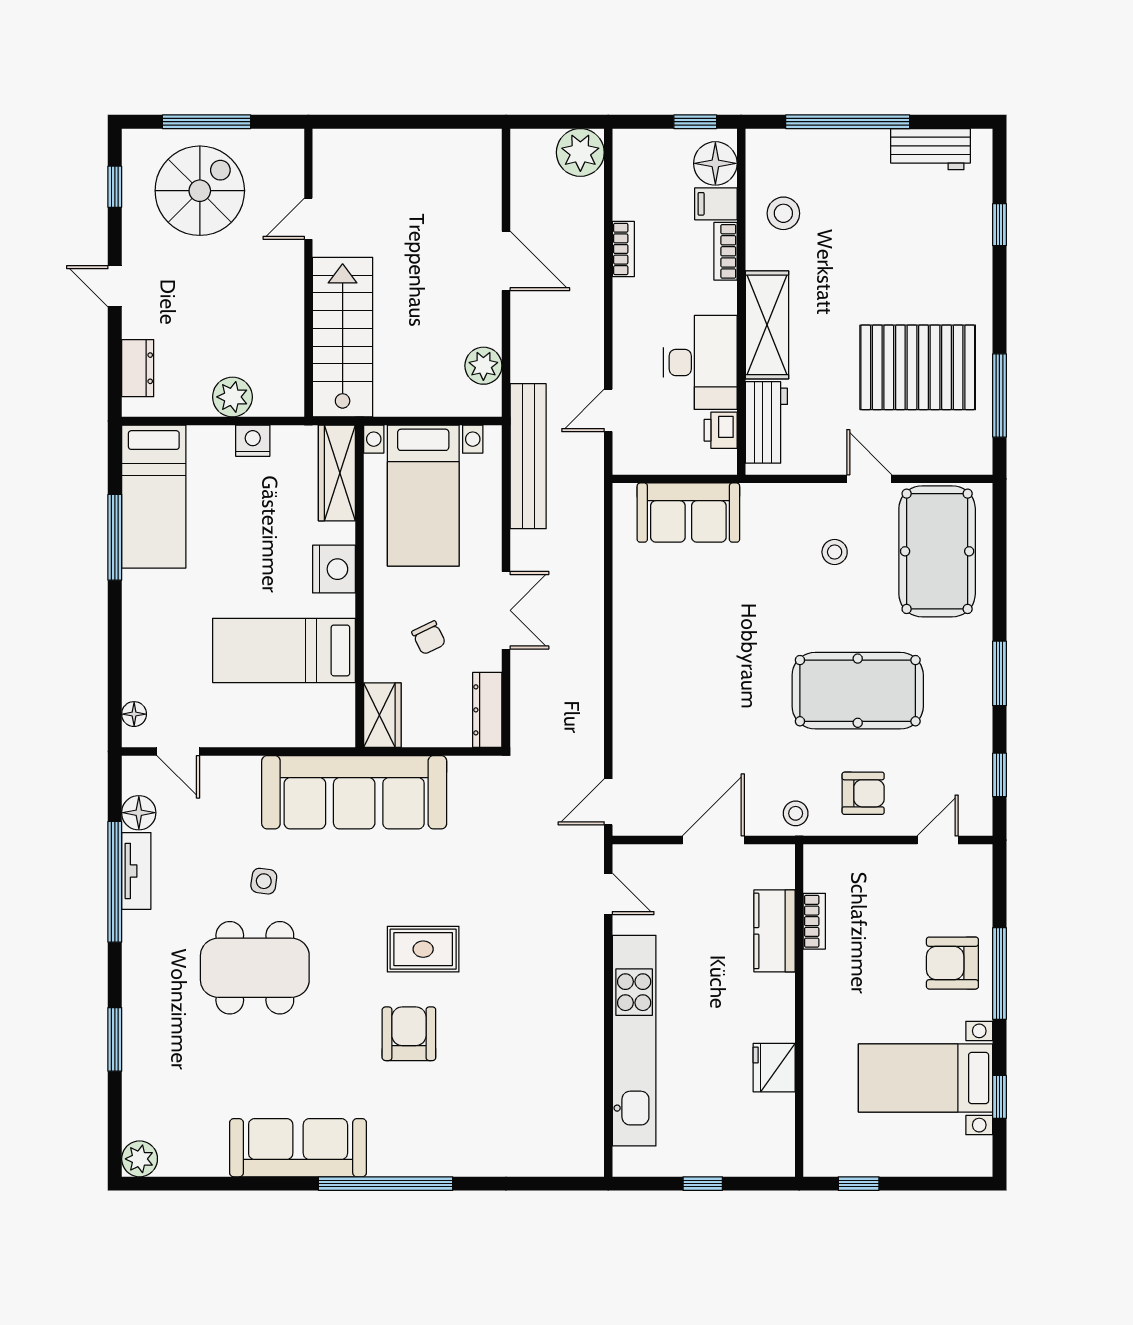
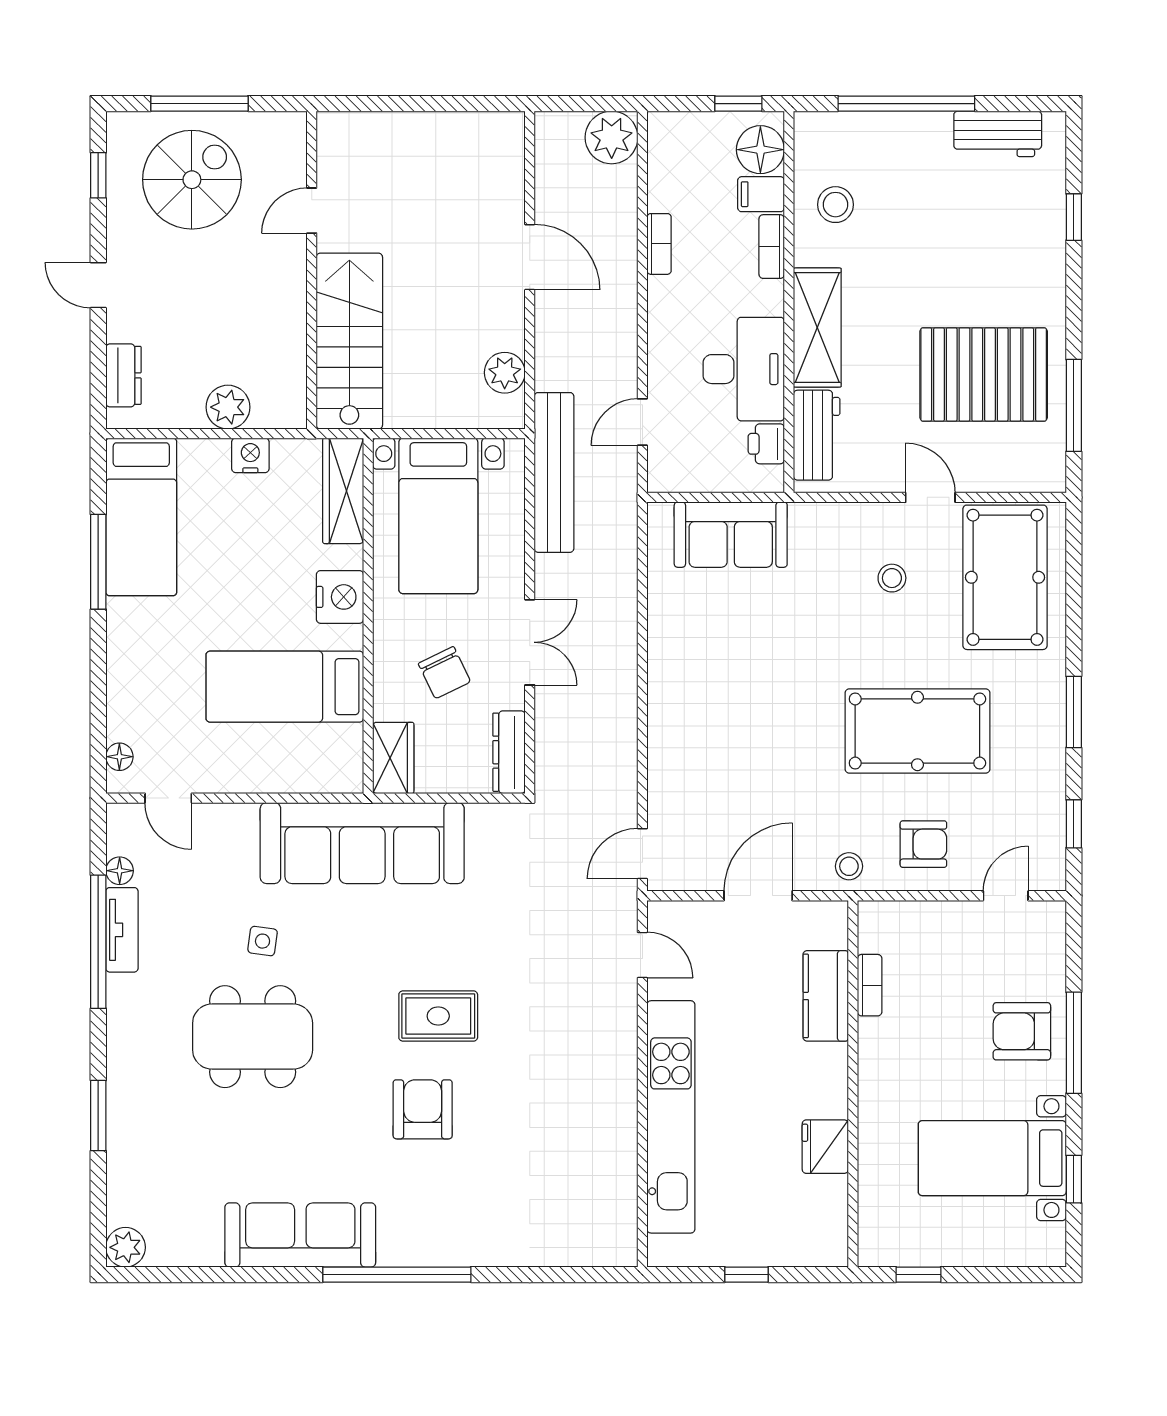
chair: (429, 638) -> (444, 673), width x1.37, depth x1.37
floor lamp: (139, 813) -> (120, 871), width x0.73, depth x0.73

